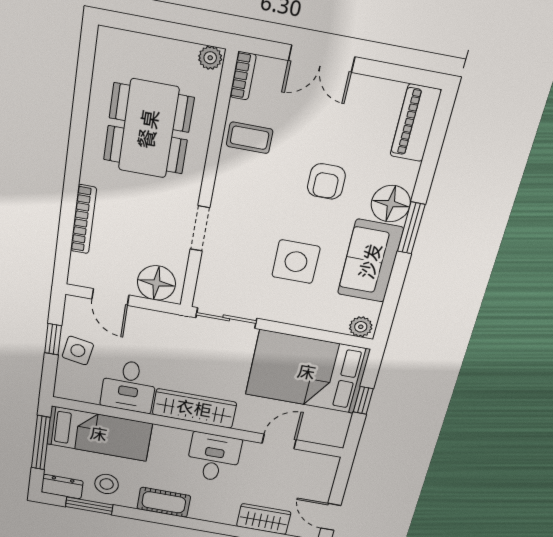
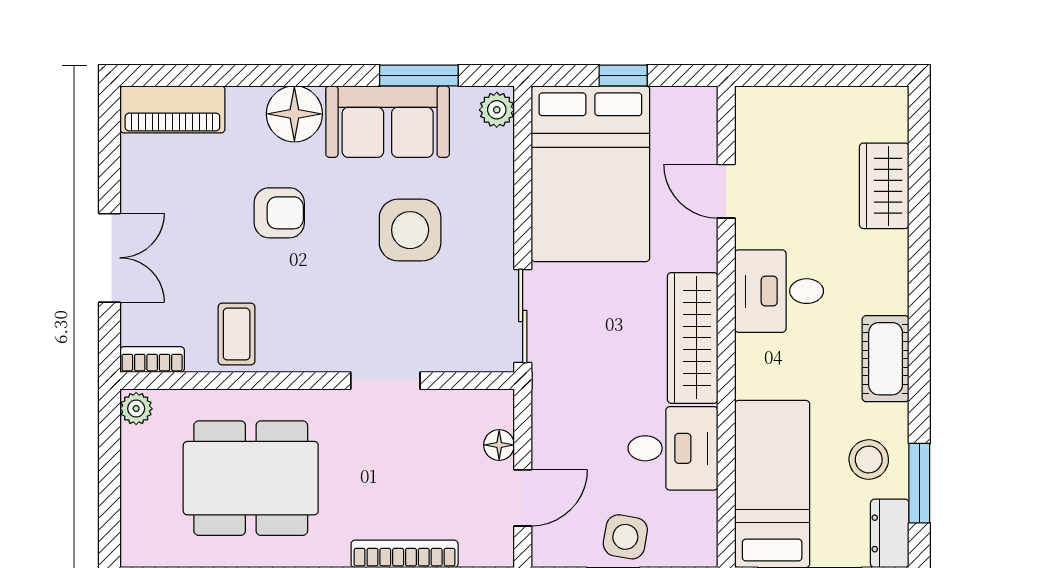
window: (411, 228) -> (419, 75), moved
floor lamp: (156, 283) -> (499, 445), width x0.53, depth x0.53
door: (331, 517) -> (856, 75), removed

